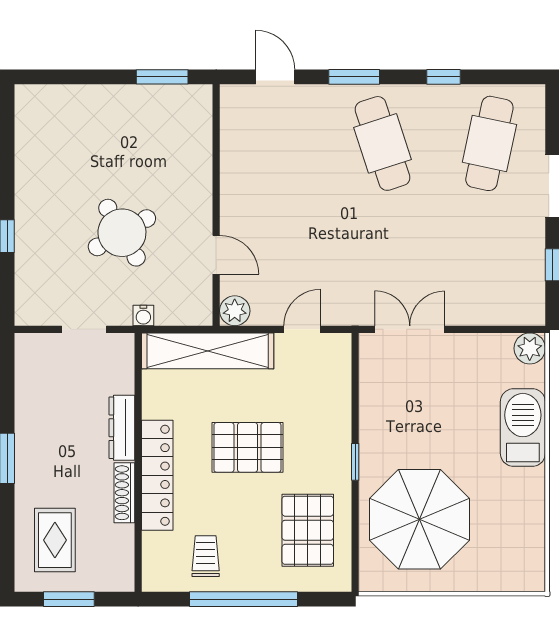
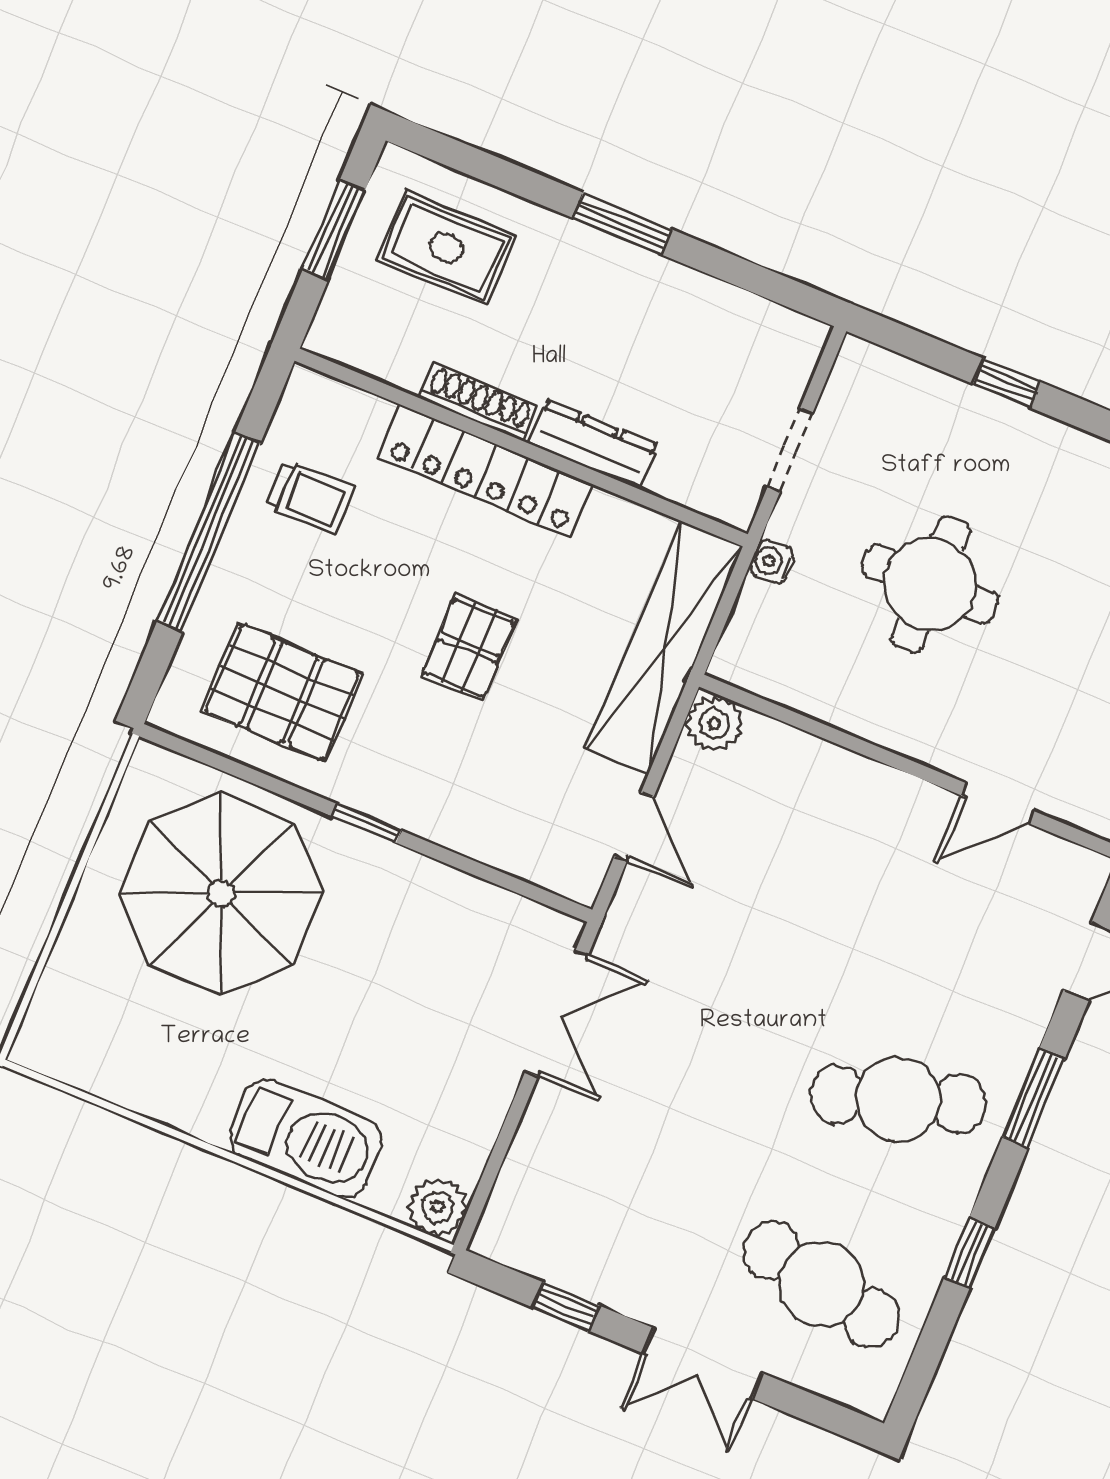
round table: (122, 233) -> (930, 584), turned 30
door: (216, 255) -> (998, 803), moved
pallet: (247, 447) -> (469, 648), width x0.67, depth x0.71

